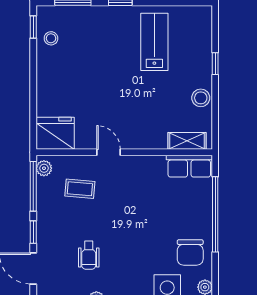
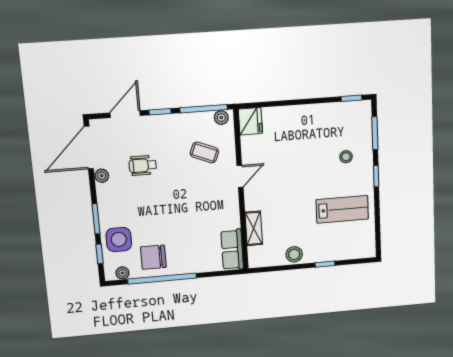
stool: (51, 38) -> (346, 157), moved
fridge: (55, 133) -> (250, 121), width x0.73, depth x0.75
shelving: (187, 141) -> (254, 228), moved
coffee table: (80, 189) -> (204, 152), turned -73
window: (215, 214) -> (162, 279), moved

